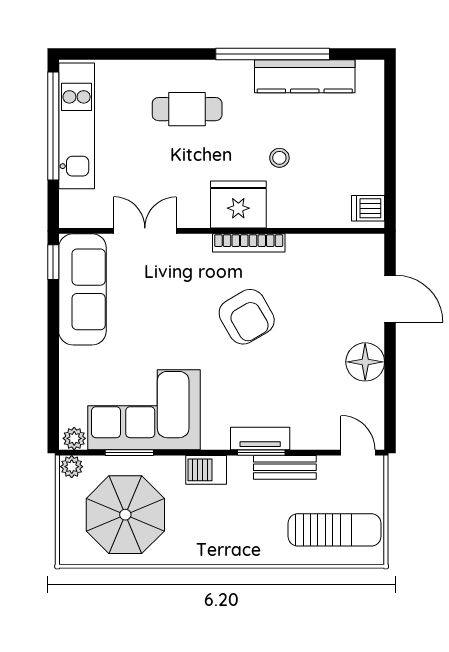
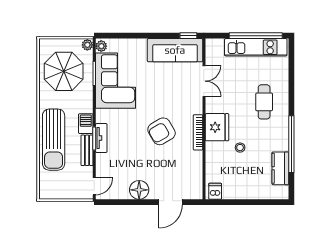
kitchen counter: (305, 76) -> (280, 168), width x0.67
barbecue: (206, 470) -> (86, 124), moved
sun lounger: (335, 530) -> (54, 140), moved, width x1.36, depth x1.34

